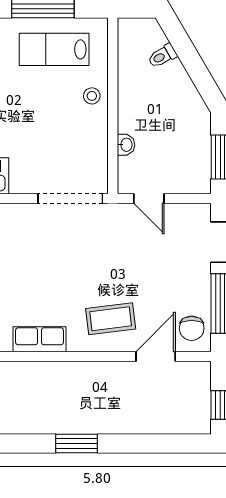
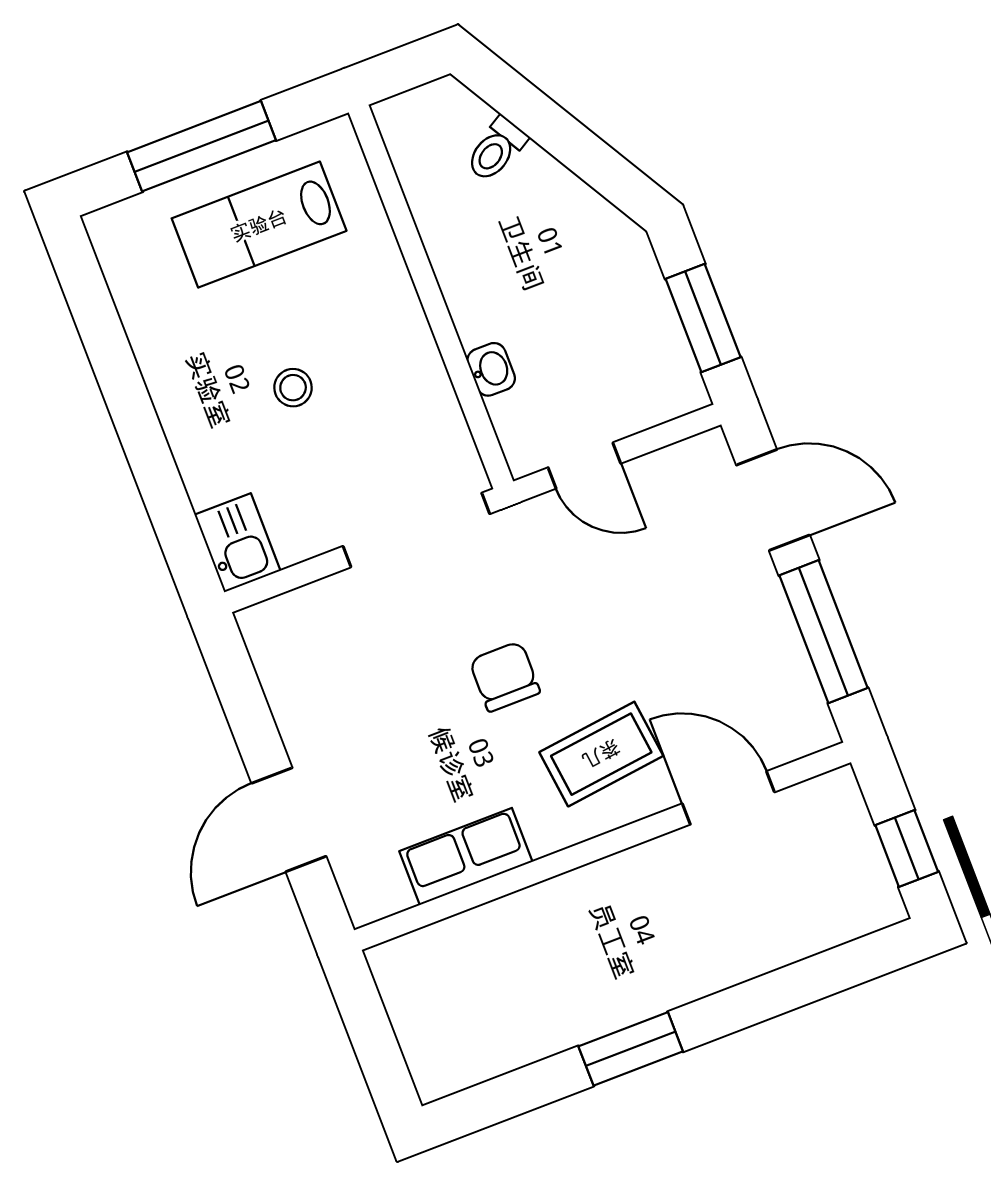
stool: (92, 96) -> (293, 388), moved
chair: (192, 328) -> (505, 676), moved, turned 180
door: (156, 356) -> (728, 798), hinge flipped

